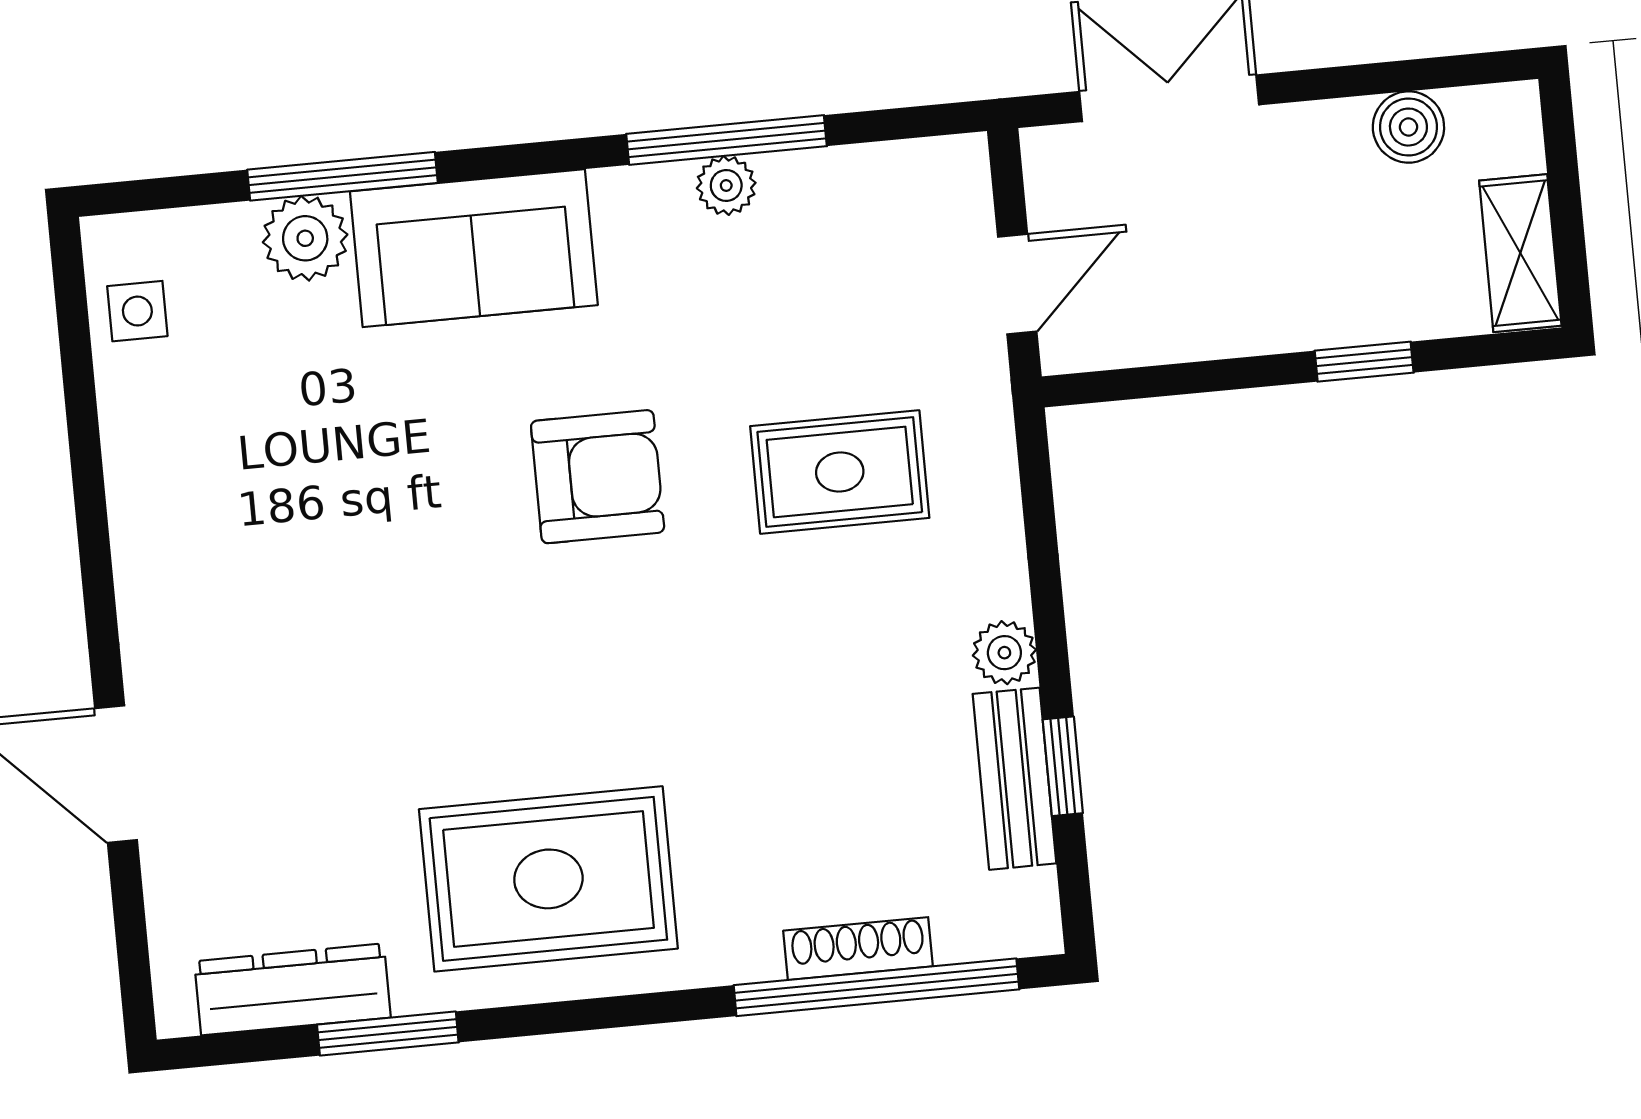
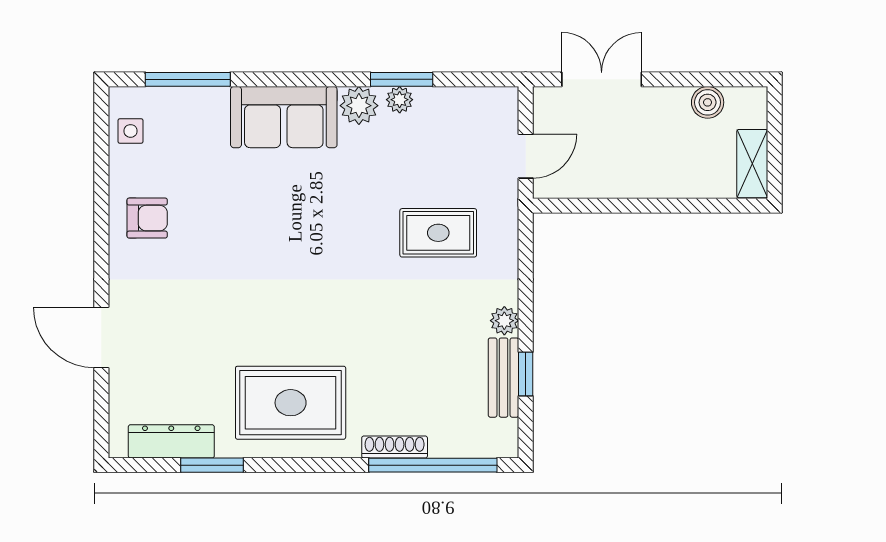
window: (727, 140) -> (402, 79), width x0.69
window: (343, 176) -> (188, 79), moved
plant: (305, 238) -> (359, 106), moved
window: (1364, 362) -> (678, 206), removed
armchair: (598, 477) -> (147, 218), moved, width x0.72, depth x0.72
shoe rack: (858, 949) -> (395, 447), moved

